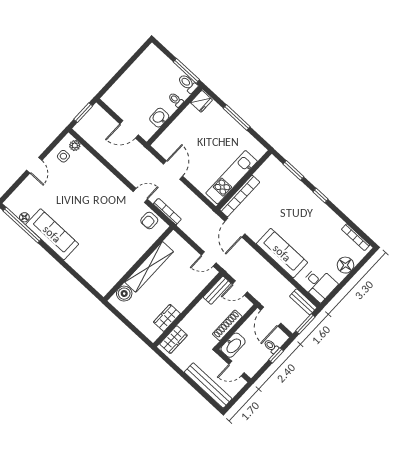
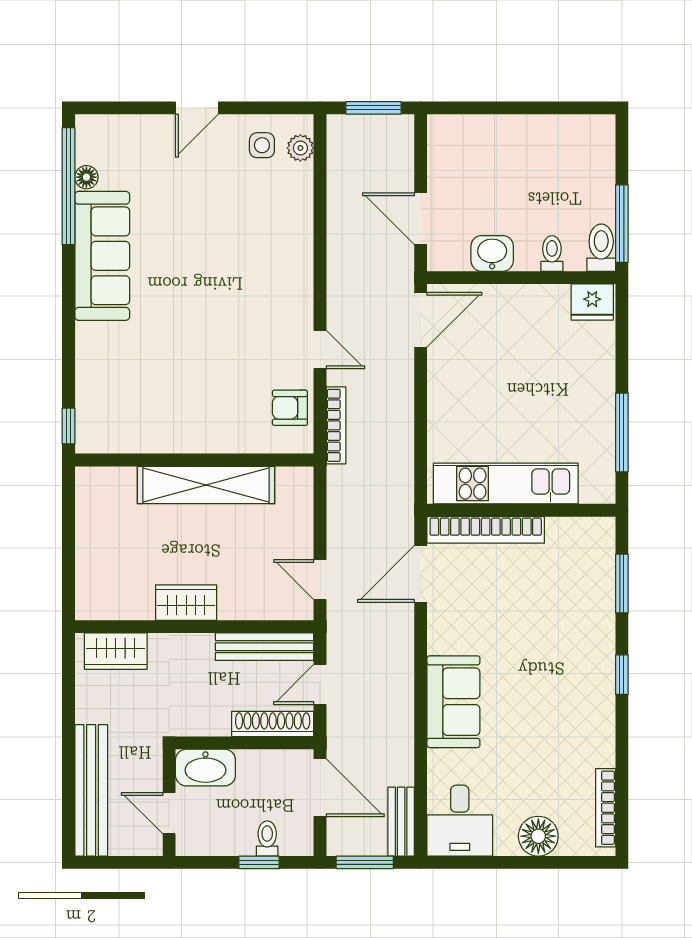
window: (237, 117) -> (622, 432), moved
door: (173, 170) -> (421, 320), moved
sofa: (282, 253) -> (453, 702), width x0.73
door: (240, 288) -> (320, 684), hinge flipped
bench: (217, 290) -> (265, 647), width x1.36
window: (93, 291) -> (69, 426), added
boiler: (124, 294) -> (116, 485), removed
door: (271, 317) -> (320, 788), swing flipped
wardrobe: (167, 318) -> (186, 603), moved
shoe rack: (227, 325) -> (273, 724), moved

